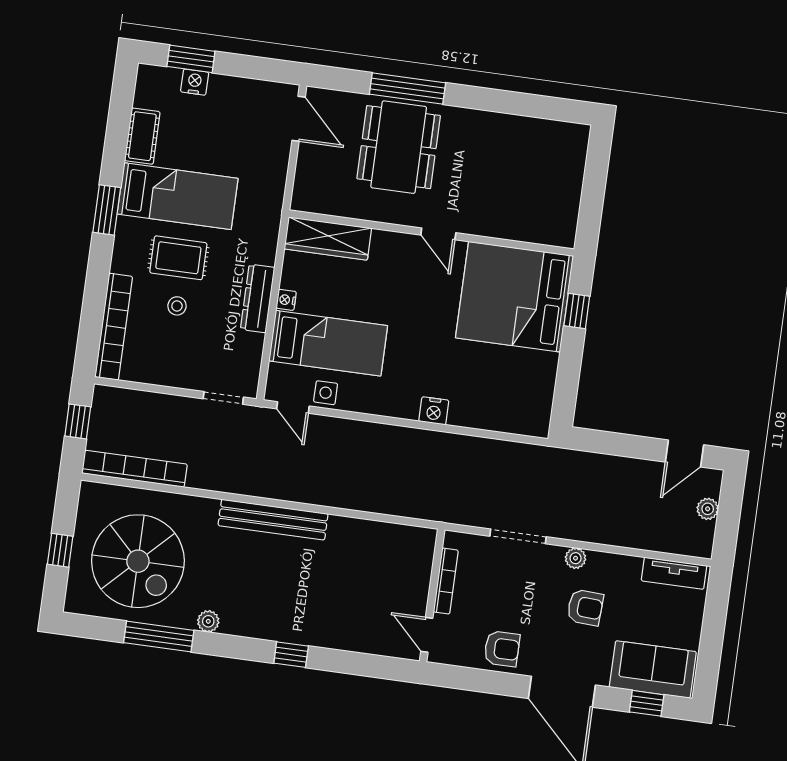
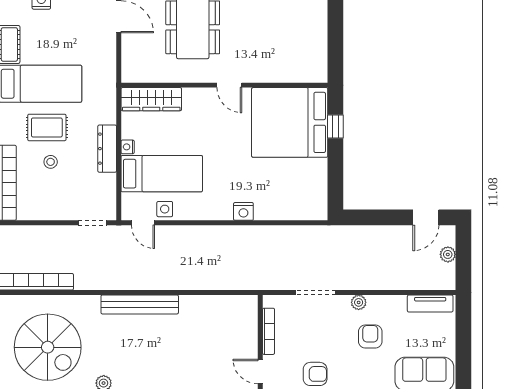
armchair: (585, 607) -> (370, 336), turned -93

